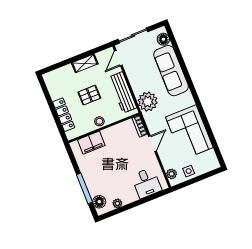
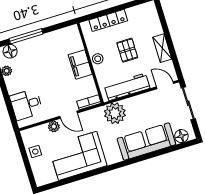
filing cabinet: (91, 143) -> (80, 65), moved
plant: (172, 174) -> (54, 127), moved

